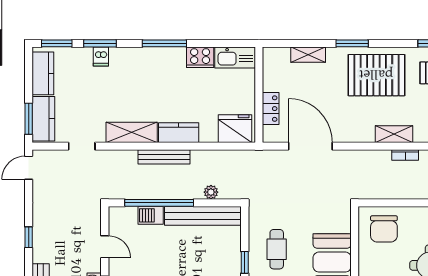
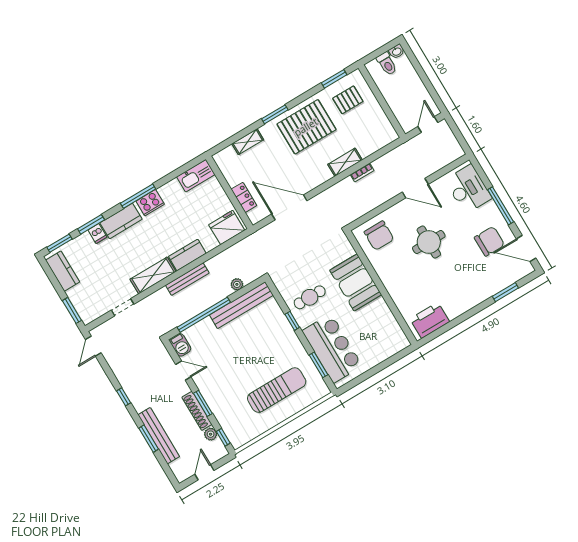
cooker: (200, 57) -> (150, 203), moved
kitchen counter: (43, 119) -> (121, 221), moved, turned 90
barbecue: (151, 215) -> (180, 345), moved, turned -90
cafe table: (277, 249) -> (310, 297), turned 90

